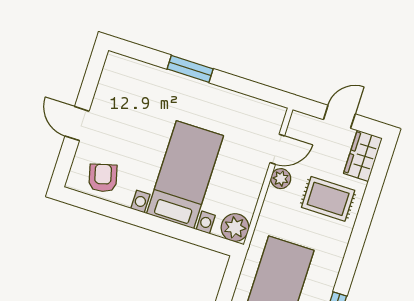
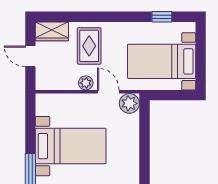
door: (277, 149) -> (108, 92), moved
bed with nightstands: (185, 175) -> (71, 146), moved, turned 180

